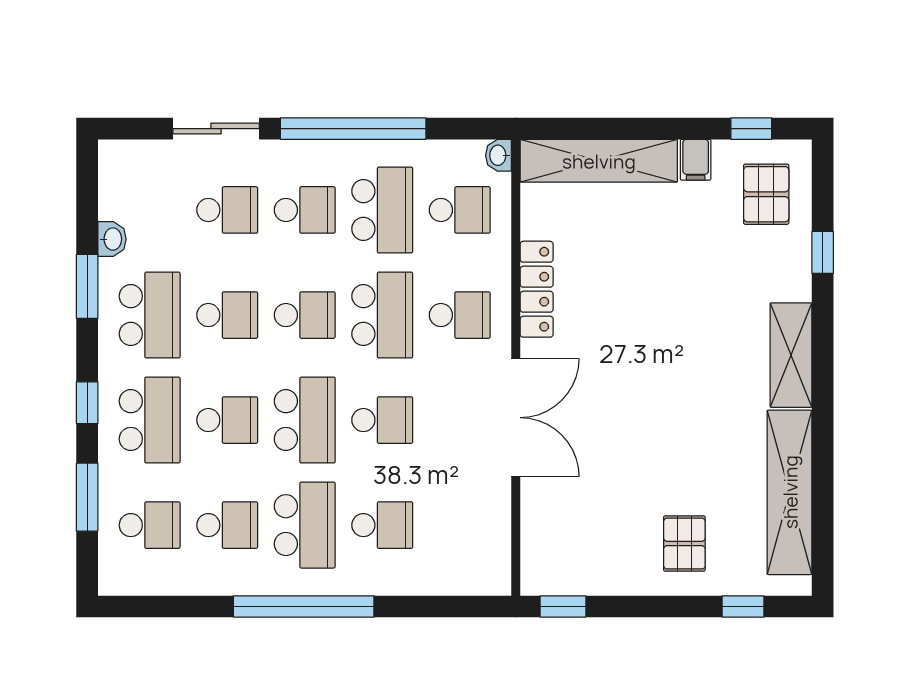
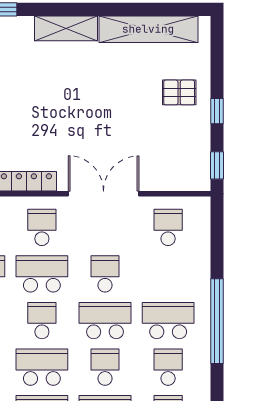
school desk: (227, 315) -> (42, 367), width x1.85
school desk: (382, 525) -> (168, 227), moved
window: (743, 607) -> (217, 111), moved

